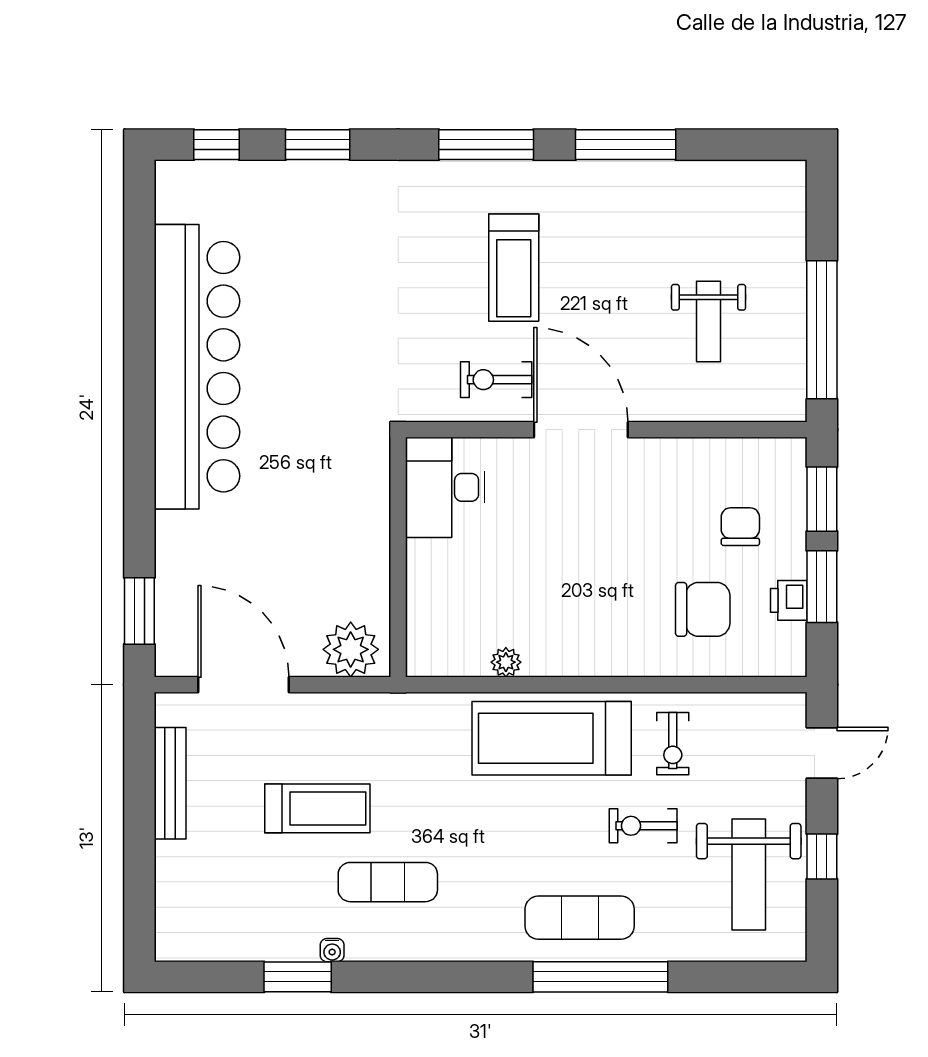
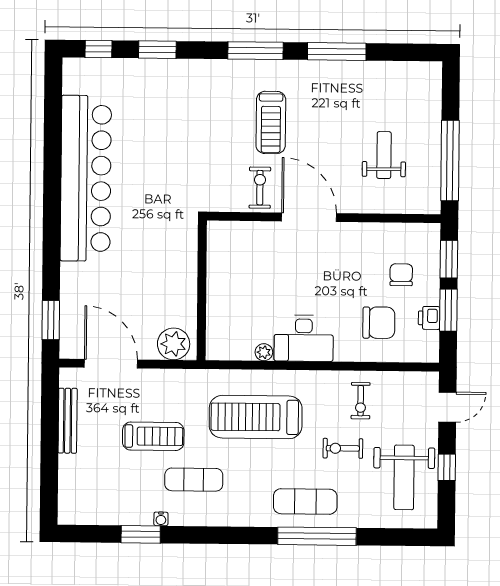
weight bench: (708, 322) -> (384, 155), turned 180
exercise bike: (496, 380) -> (260, 188), turned 90
desk: (445, 487) -> (304, 338), moved, turned -90
treadmill: (552, 738) -> (256, 417), moved

